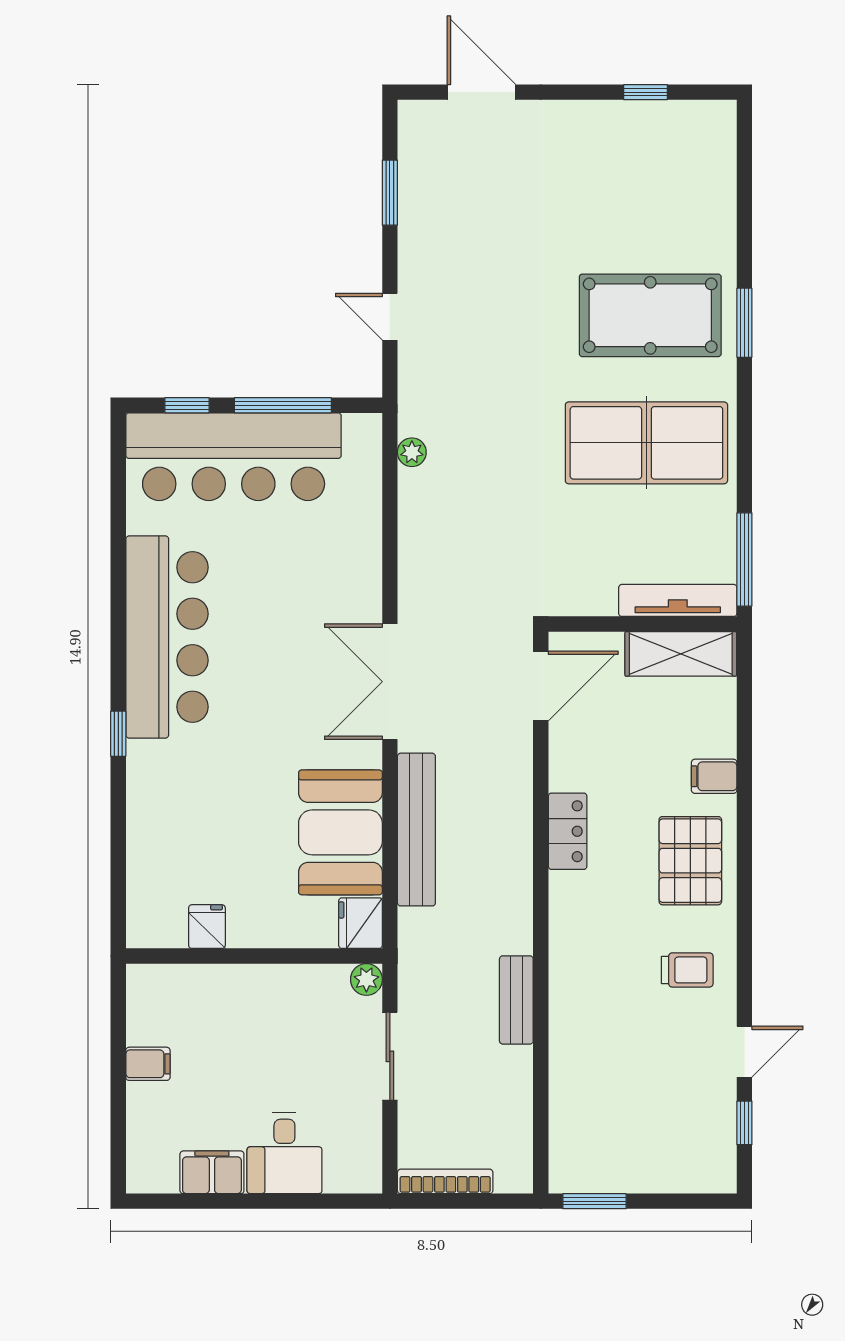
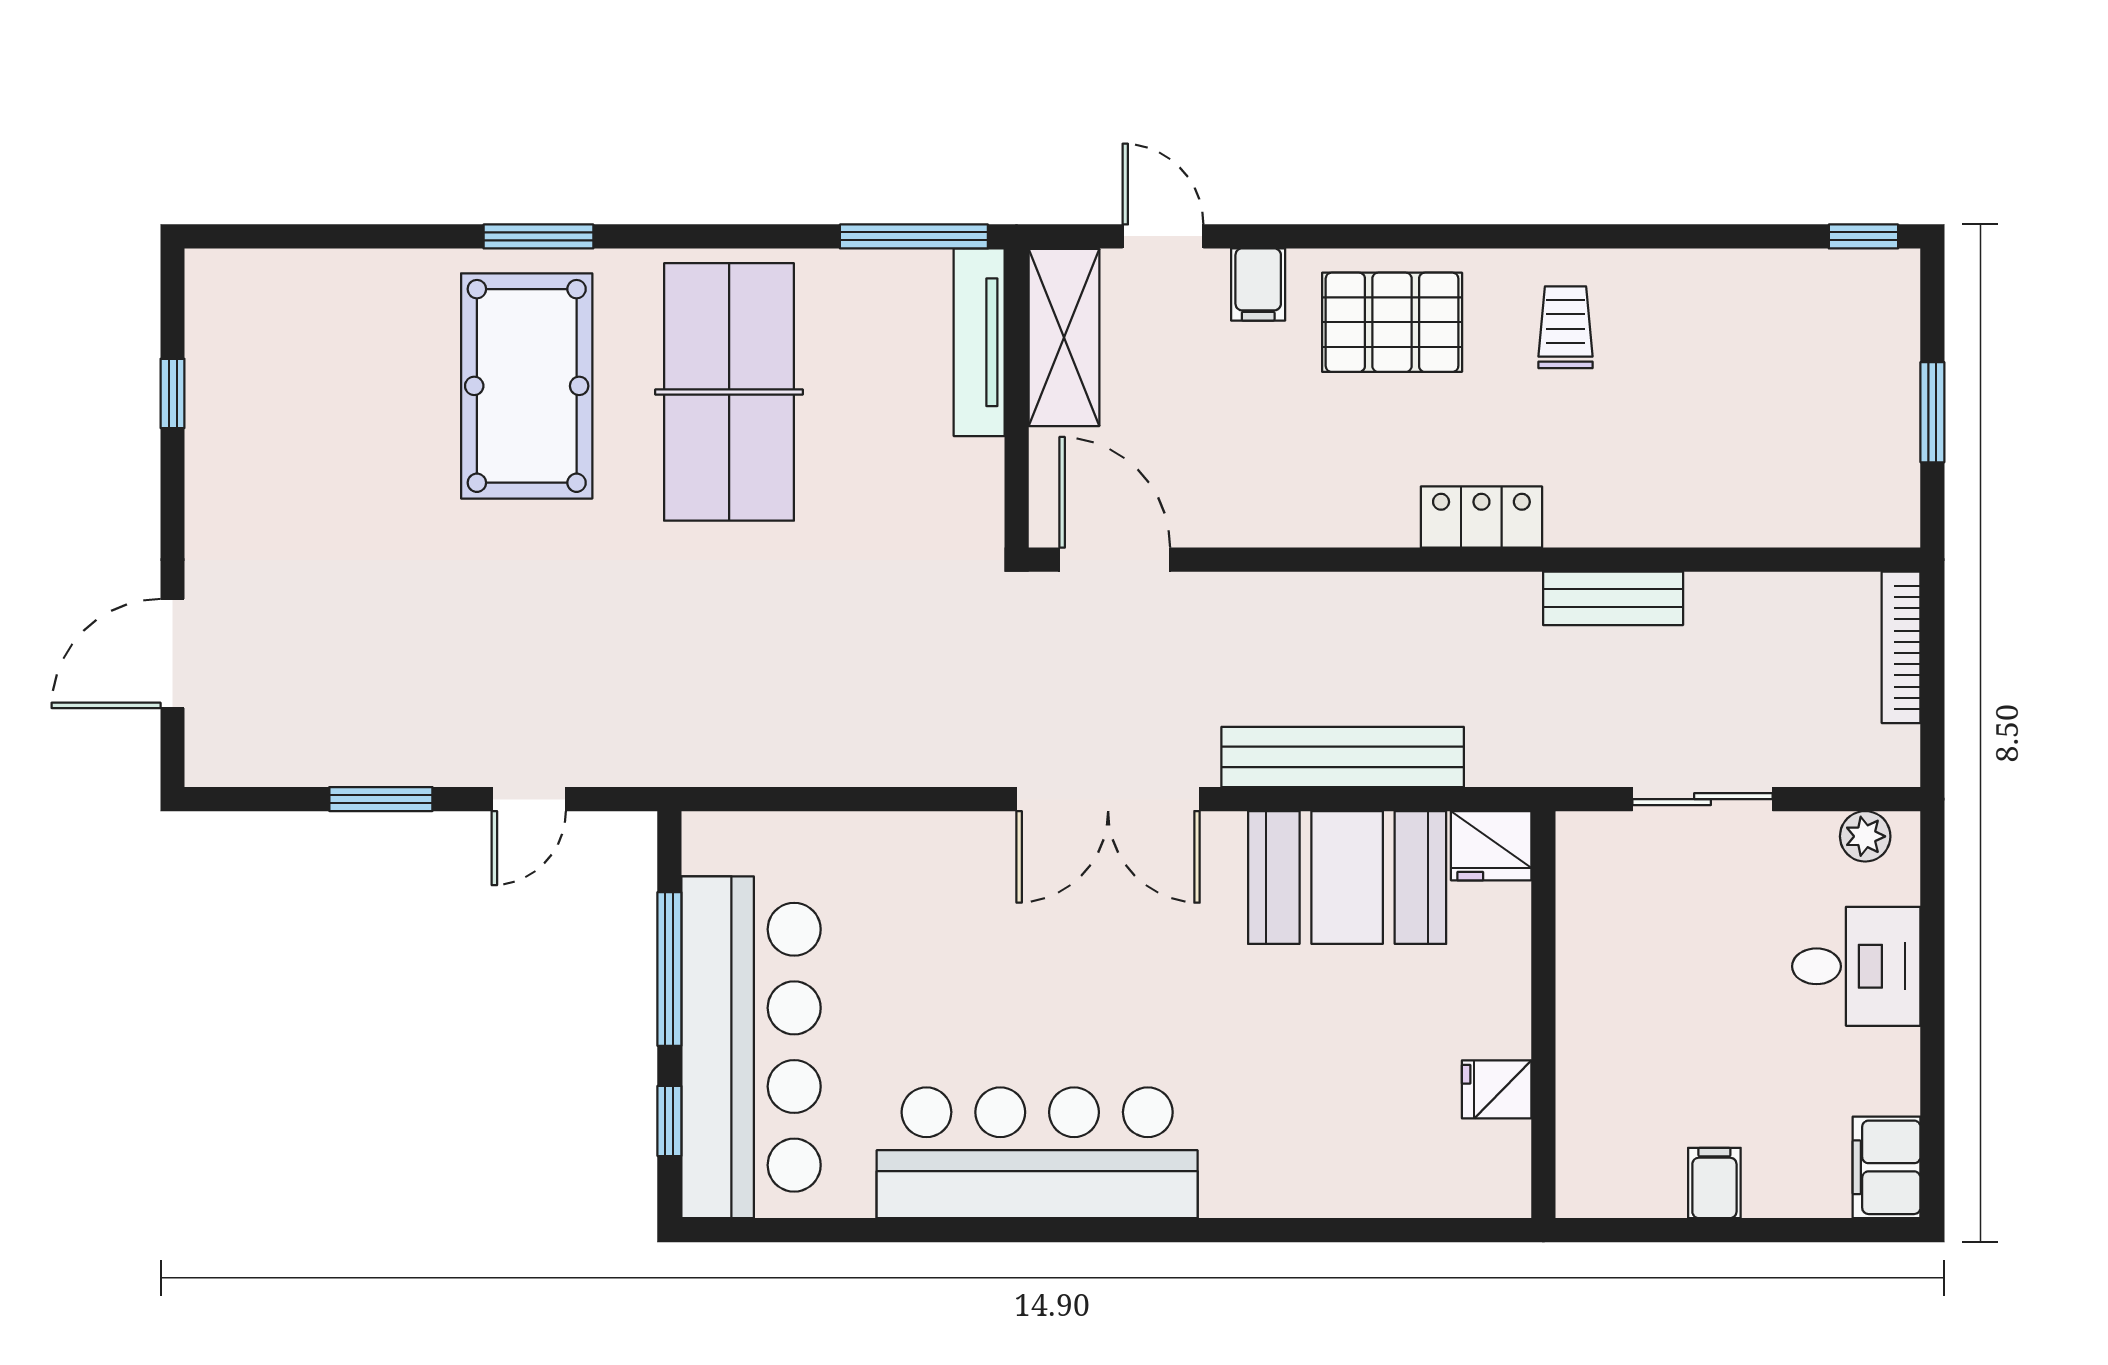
window: (390, 193) -> (381, 799), moved
plant: (412, 452) -> (744, 764), removed
window: (118, 734) -> (1191, 1230), removed
locker: (568, 831) -> (1481, 517), moved
plant: (366, 979) -> (1865, 836), moved
door: (744, 1052) -> (1163, 236), moved
window: (744, 1123) -> (1863, 236), moved
filing cabinet: (212, 1172) -> (1887, 1167), moved
bookcase: (445, 1181) -> (1901, 647), moved
window: (594, 1201) -> (1932, 412), moved

